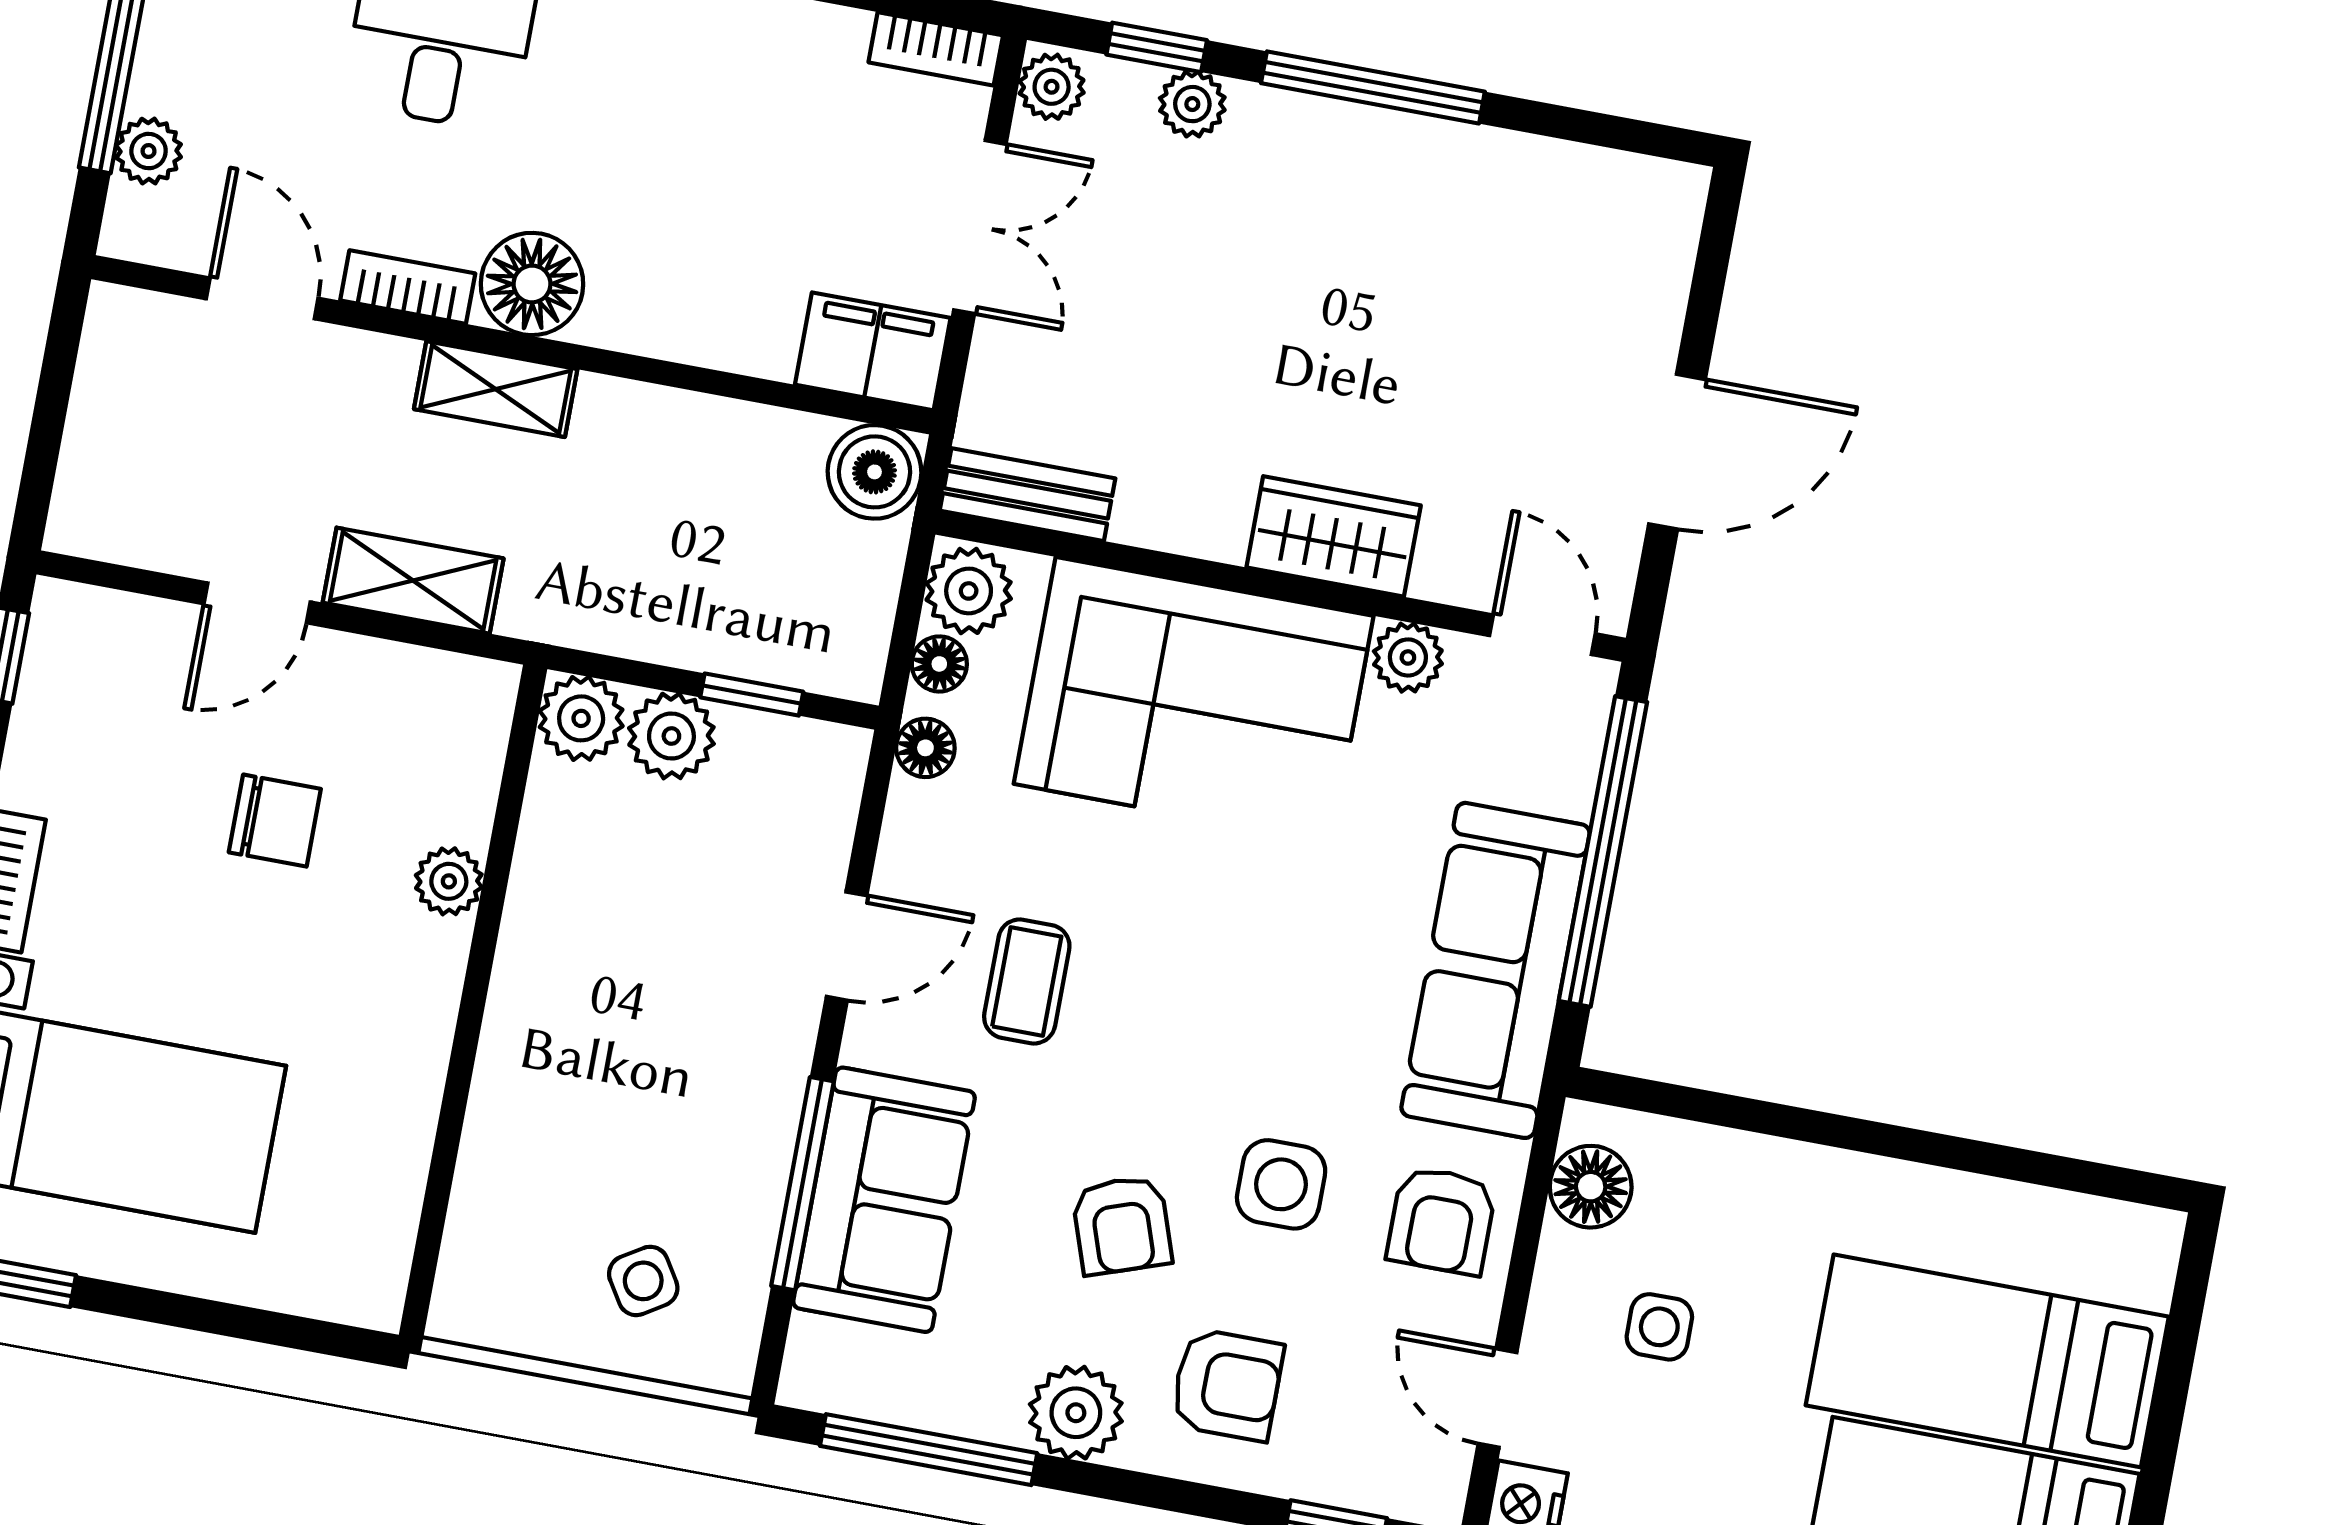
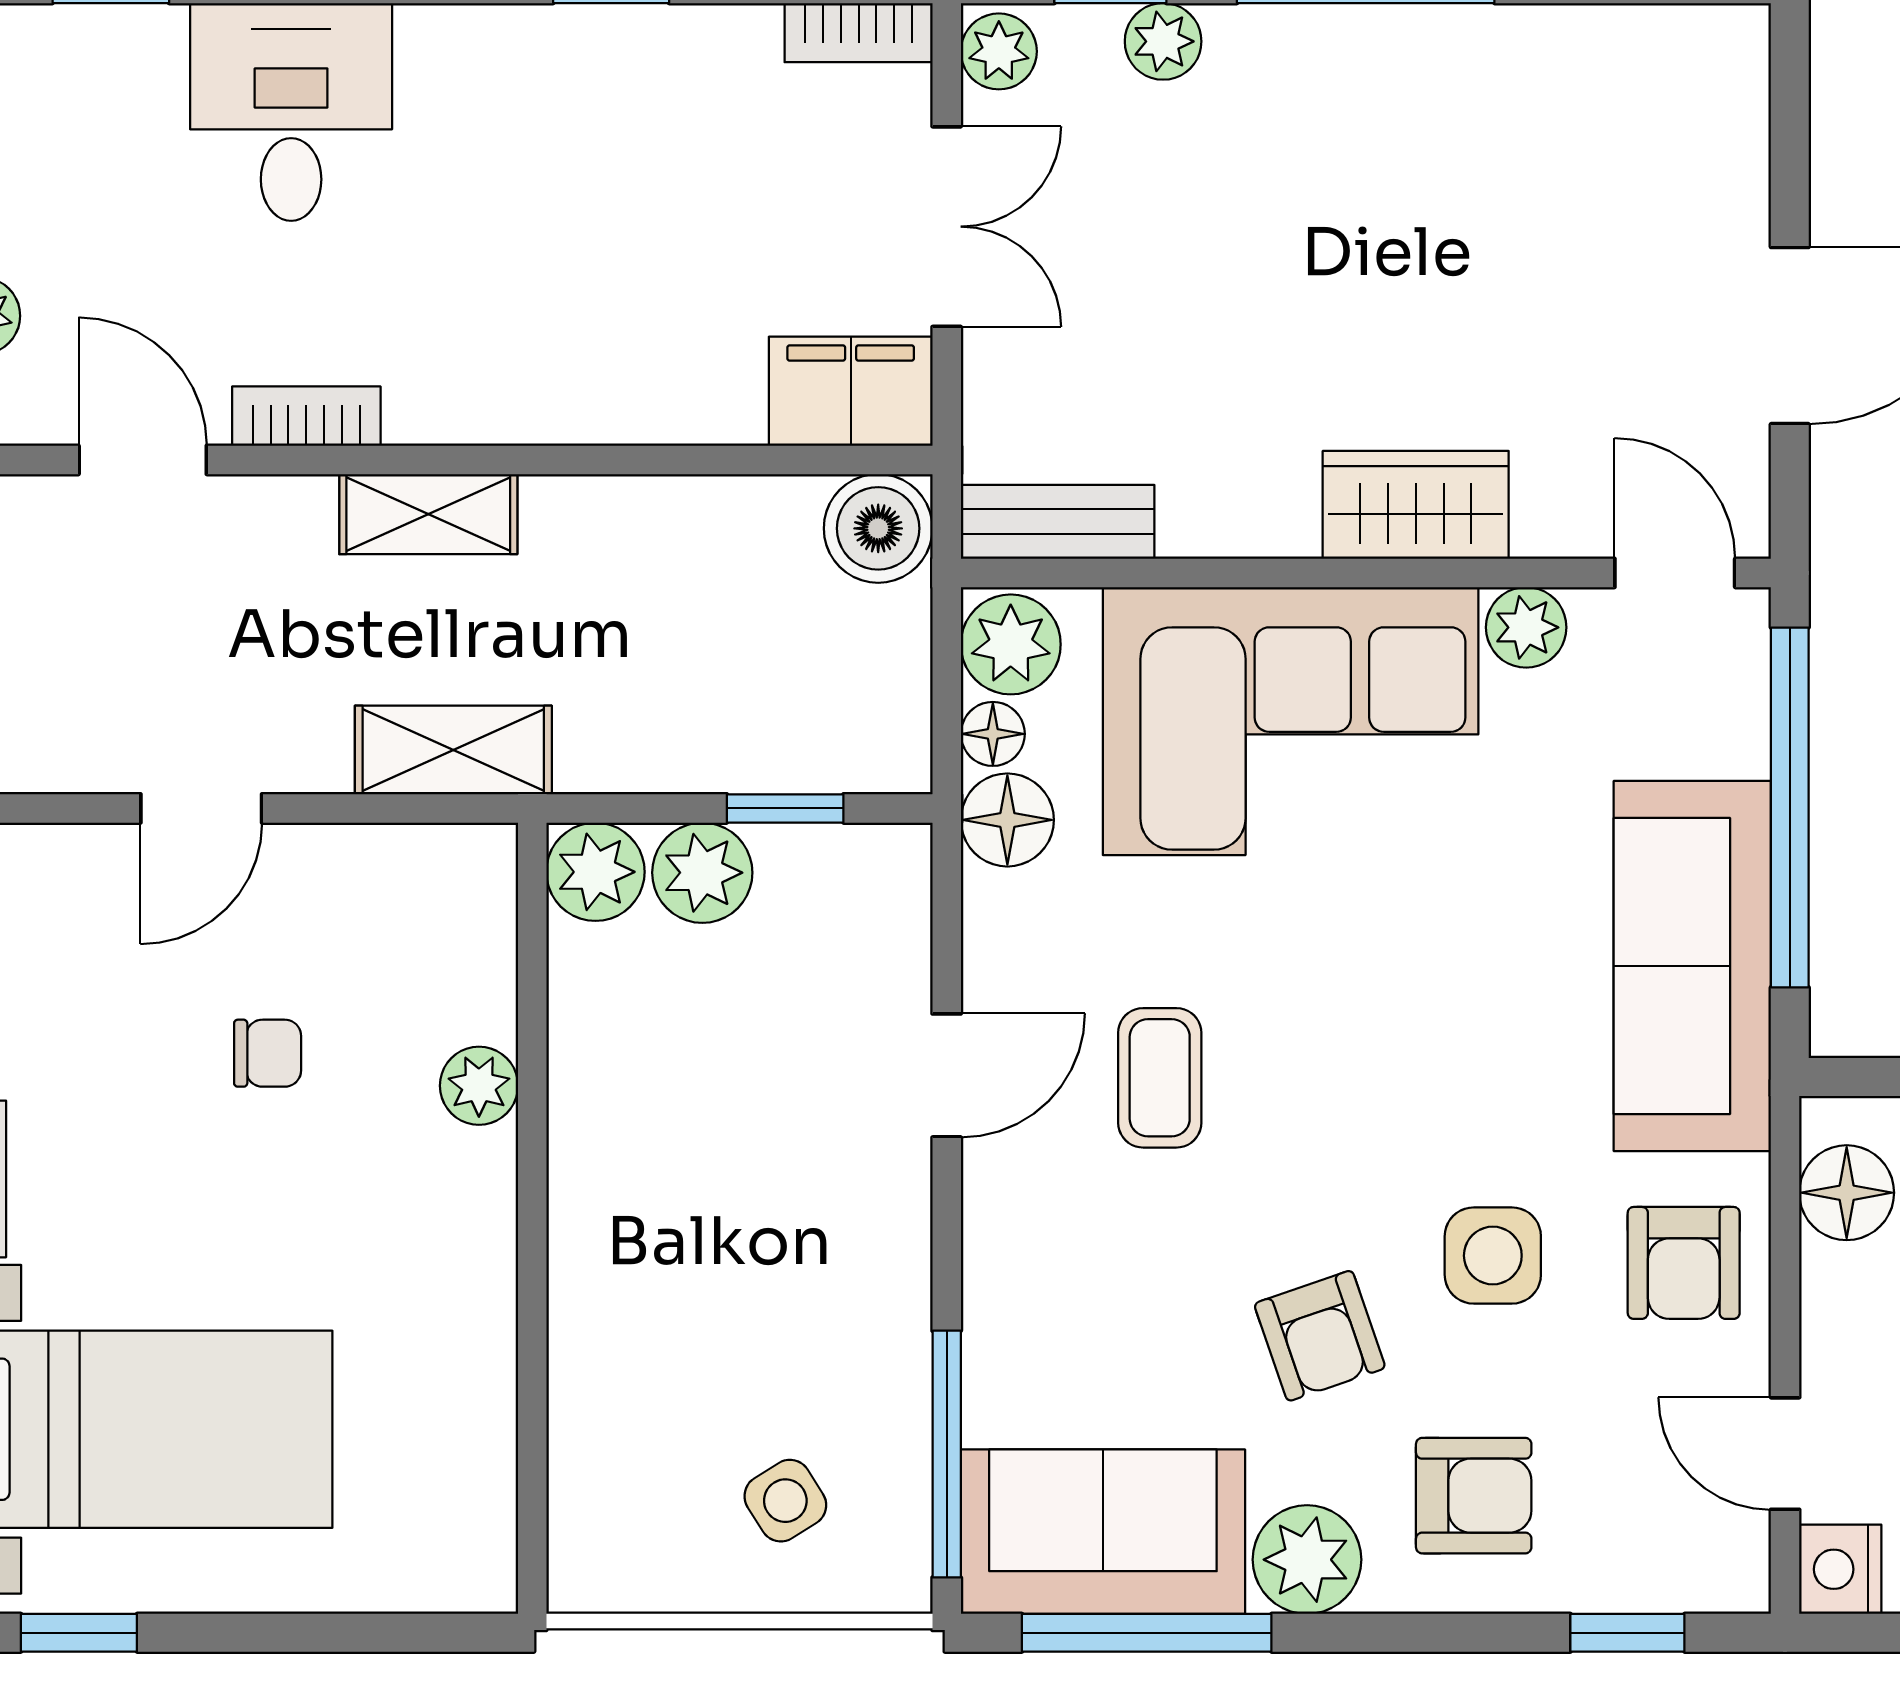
floor lamp: (532, 284) -> (448, 386), removed
shelving: (413, 581) -> (453, 750), moved
floor lamp: (925, 748) -> (1007, 820), width x1.37, depth x1.37
chair: (275, 821) -> (268, 1053), width x0.73, depth x0.73
window: (803, 1184) -> (947, 1454), moved
sofa: (884, 1200) -> (1103, 1532), moved, turned -90

